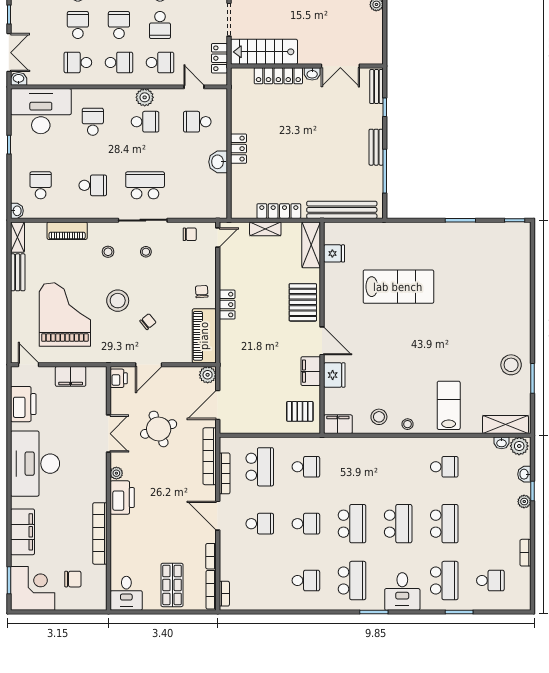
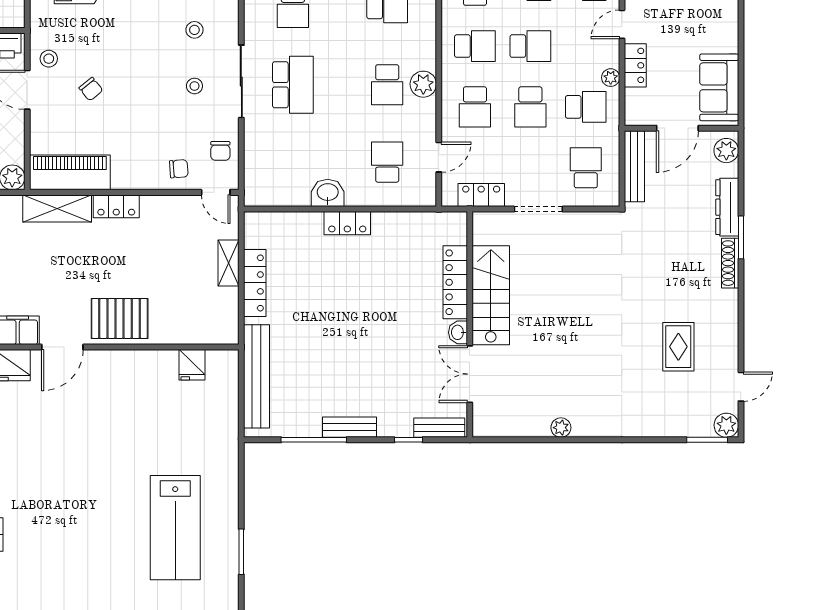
school desk: (160, 25) -> (530, 107), turned -90
stairs: (264, 52) -> (491, 295), moved
school desk: (119, 62) -> (475, 46), turned -90
shelving: (311, 245) -> (57, 208), moved
lab bench: (398, 287) -> (175, 528), moved
chair: (202, 292) -> (179, 169), moved
stool: (118, 301) -> (49, 59), moved, width x0.53, depth x0.53

